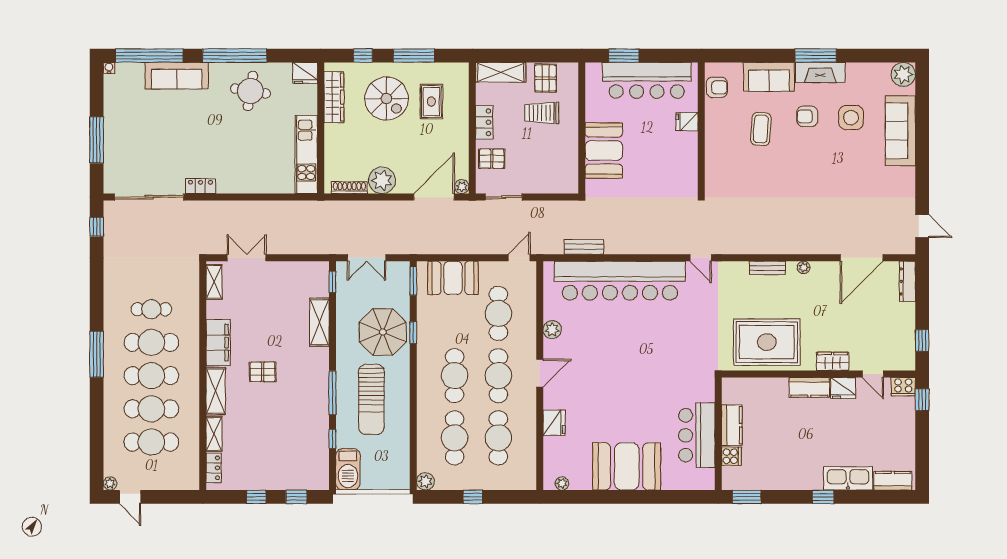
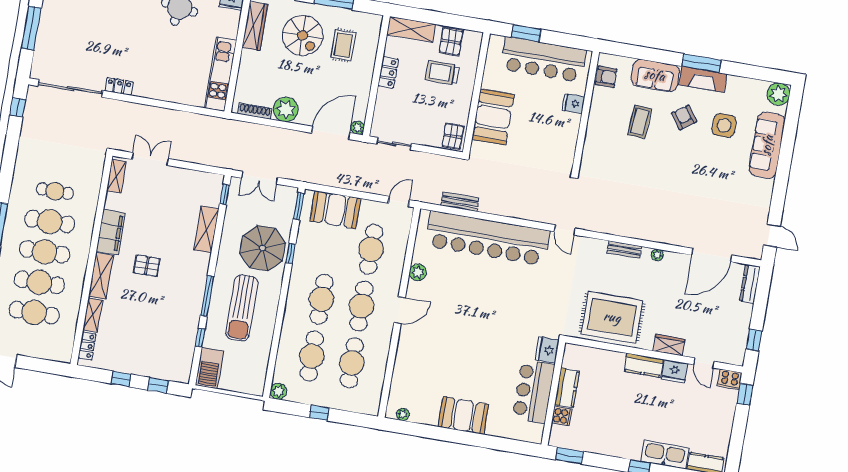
armchair: (807, 116) -> (684, 117), turned 54
pallet: (492, 159) -> (453, 136), moved, turned 90
fridge: (554, 423) -> (547, 350), moved, turned 180
booth: (627, 466) -> (463, 415), width x0.73, depth x0.70

